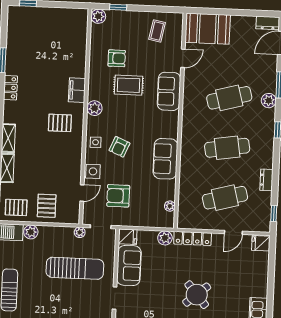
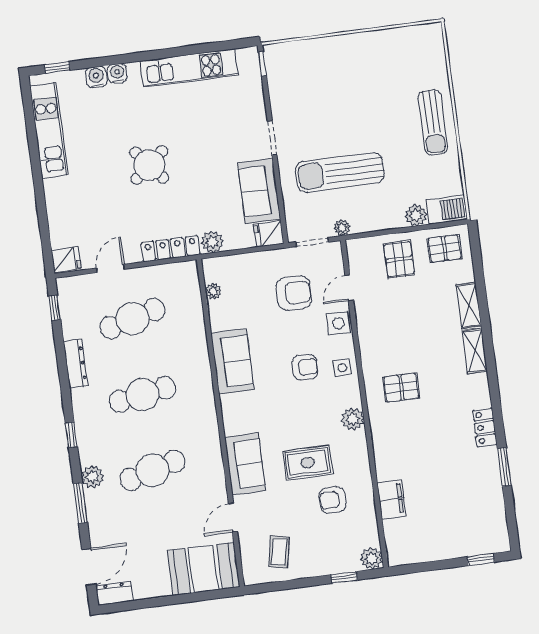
filing cabinet: (77, 90) -> (392, 499), moved
armchair: (119, 147) -> (305, 367), turned 67
dresser: (266, 180) -> (76, 364), width x1.44

